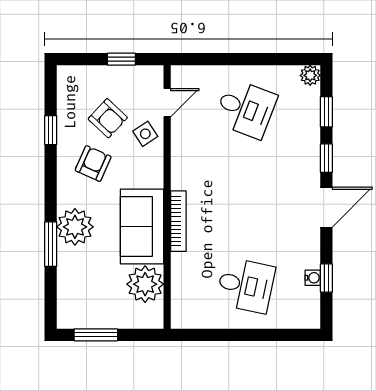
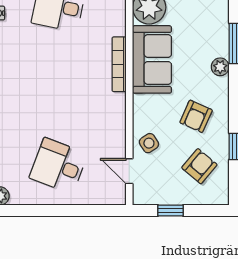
door: (167, 103) -> (129, 171), hinge flipped
armchair: (108, 118) -> (199, 166), moved, turned 87
plant: (75, 227) -> (220, 67), width x0.53, depth x0.53

